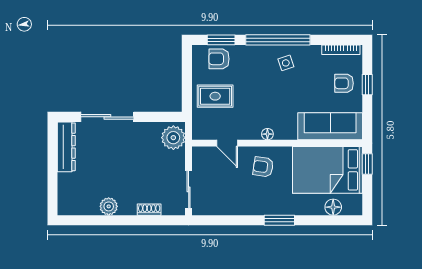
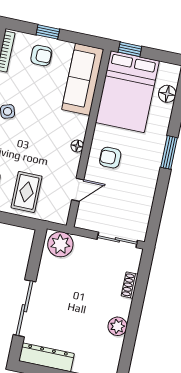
armchair: (344, 83) -> (41, 56), turned -90
armchair: (263, 167) -> (110, 158), turned 82

